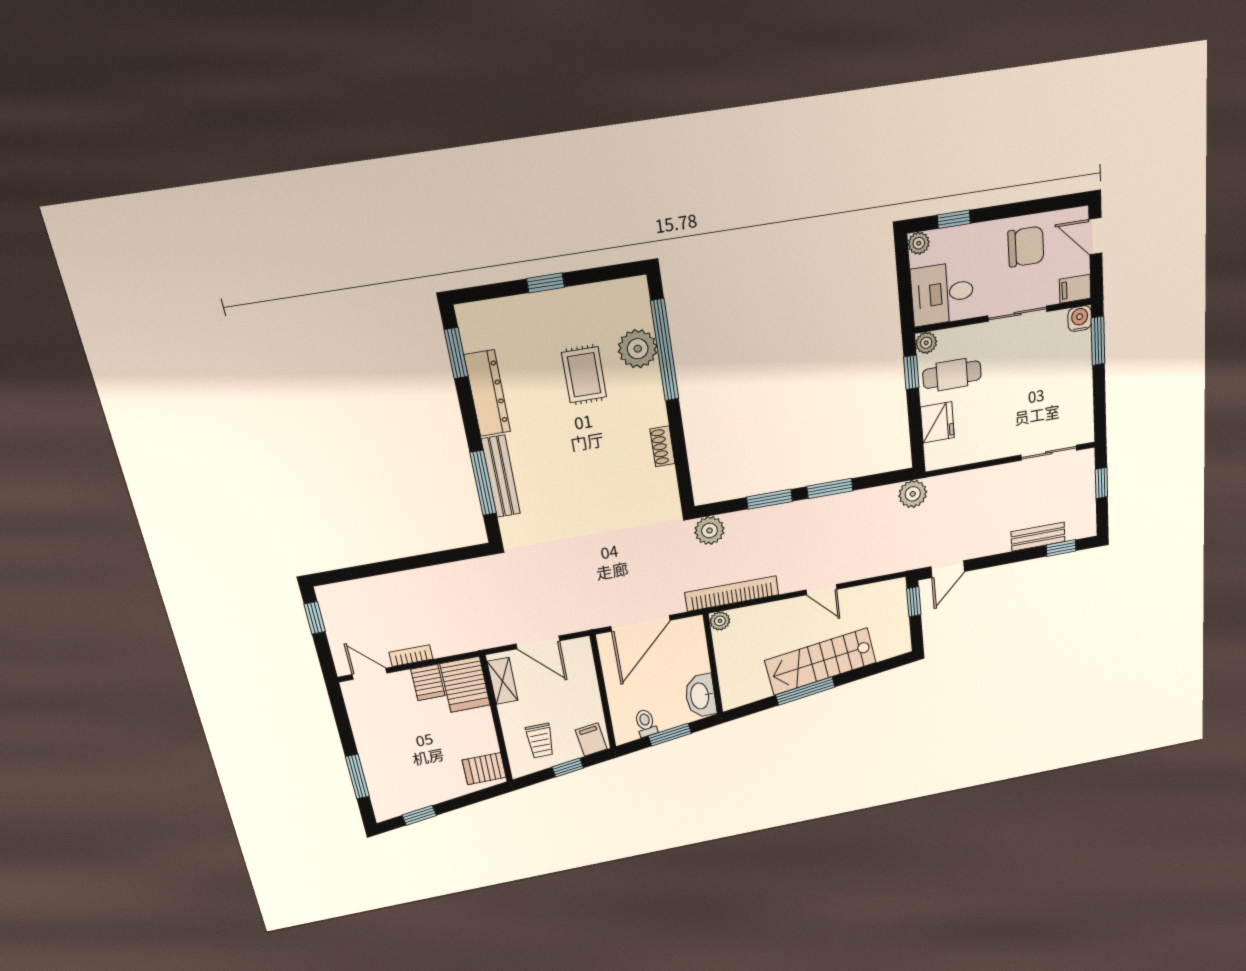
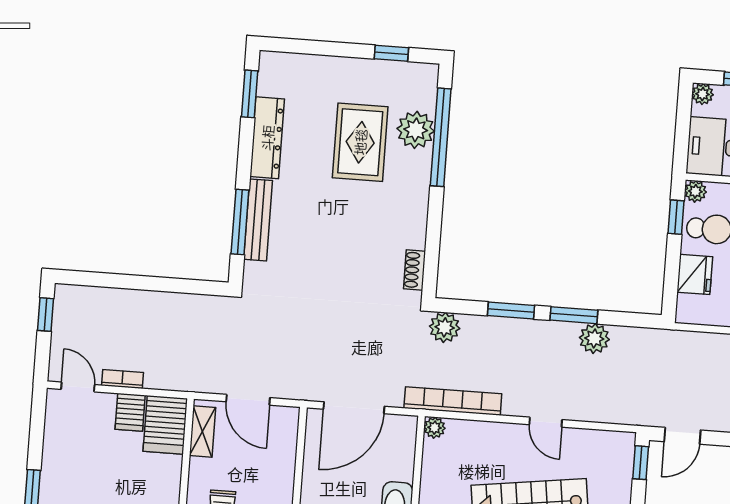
window: (546, 283) -> (391, 53), moved
rug: (584, 375) -> (360, 142), width x1.36, depth x1.43
shoe rack: (662, 446) -> (415, 270), moved
plant: (913, 494) -> (594, 338), moved

